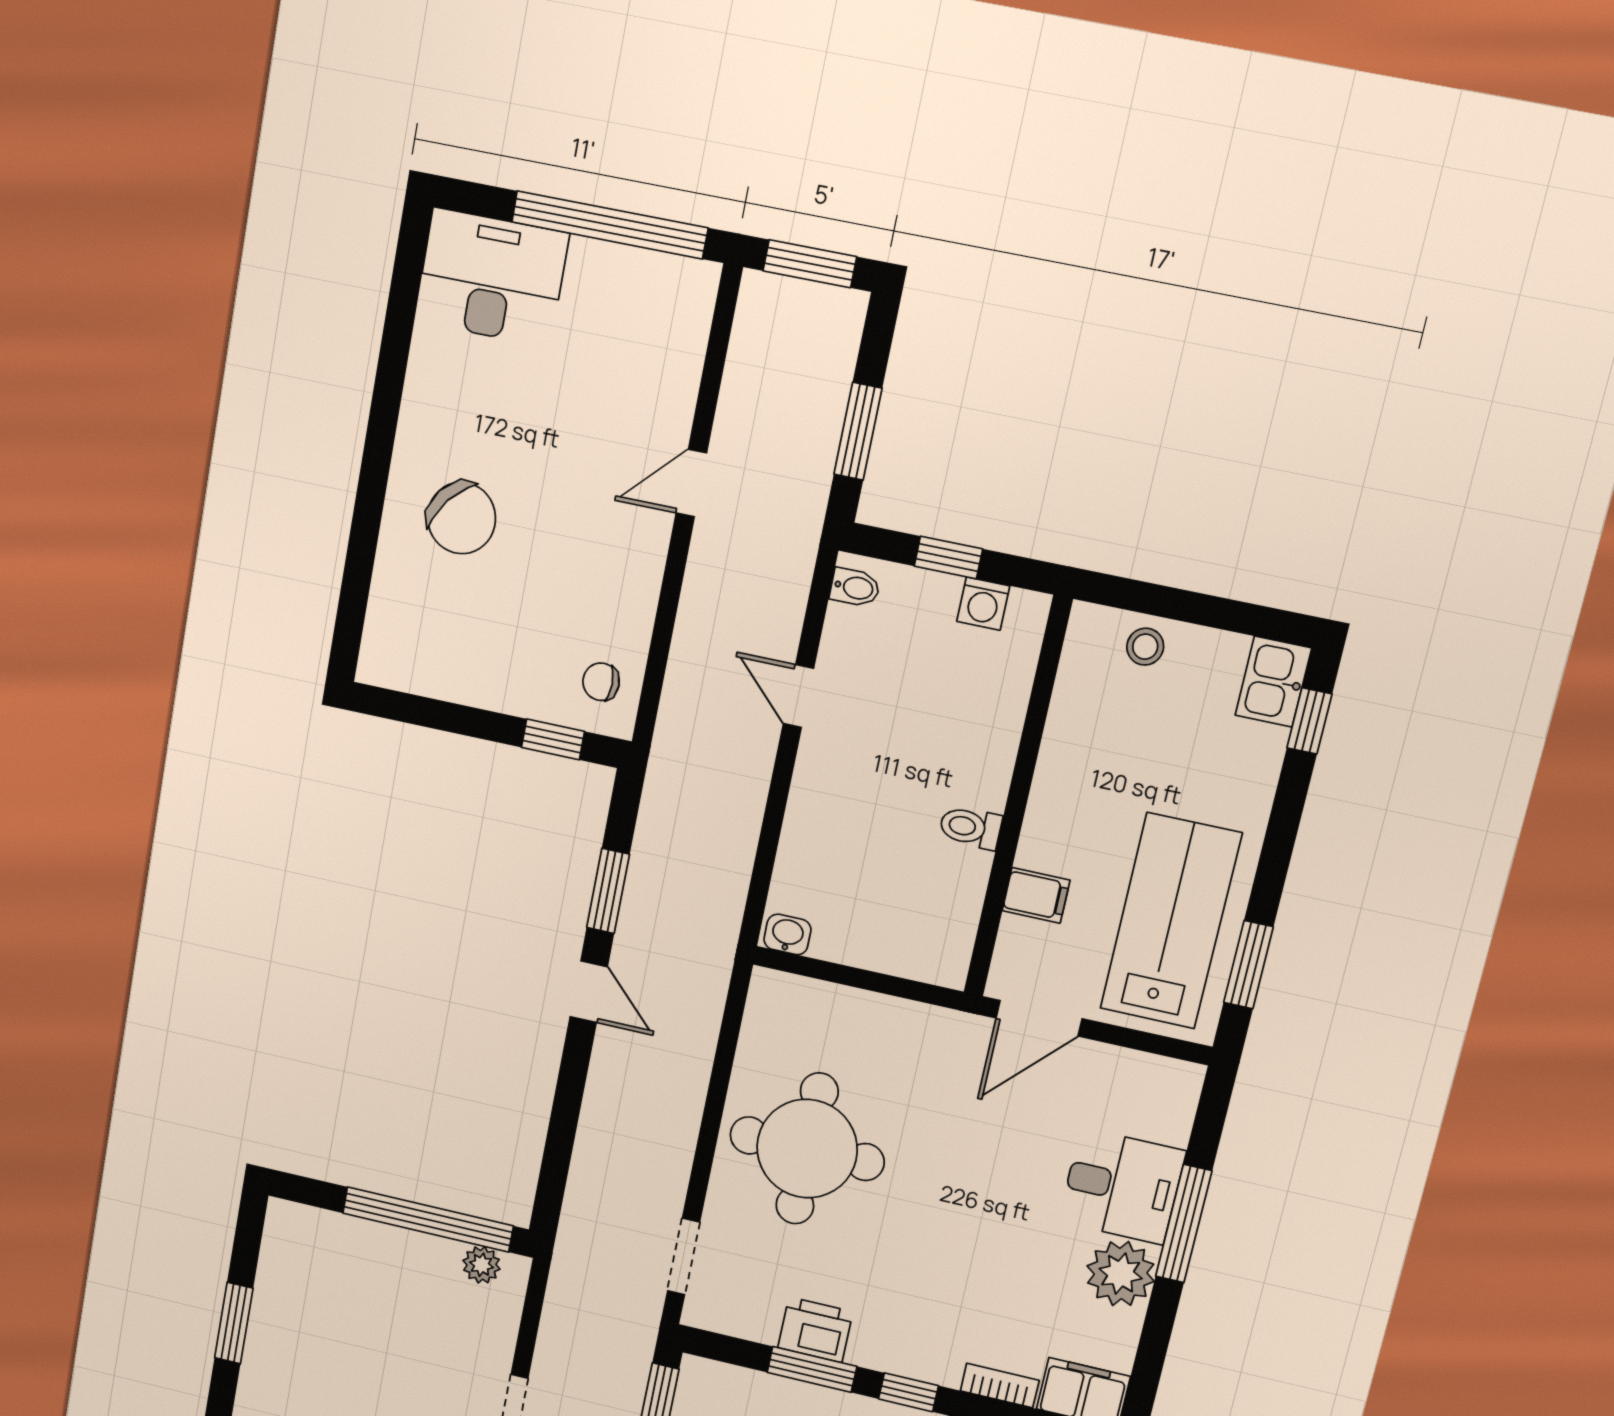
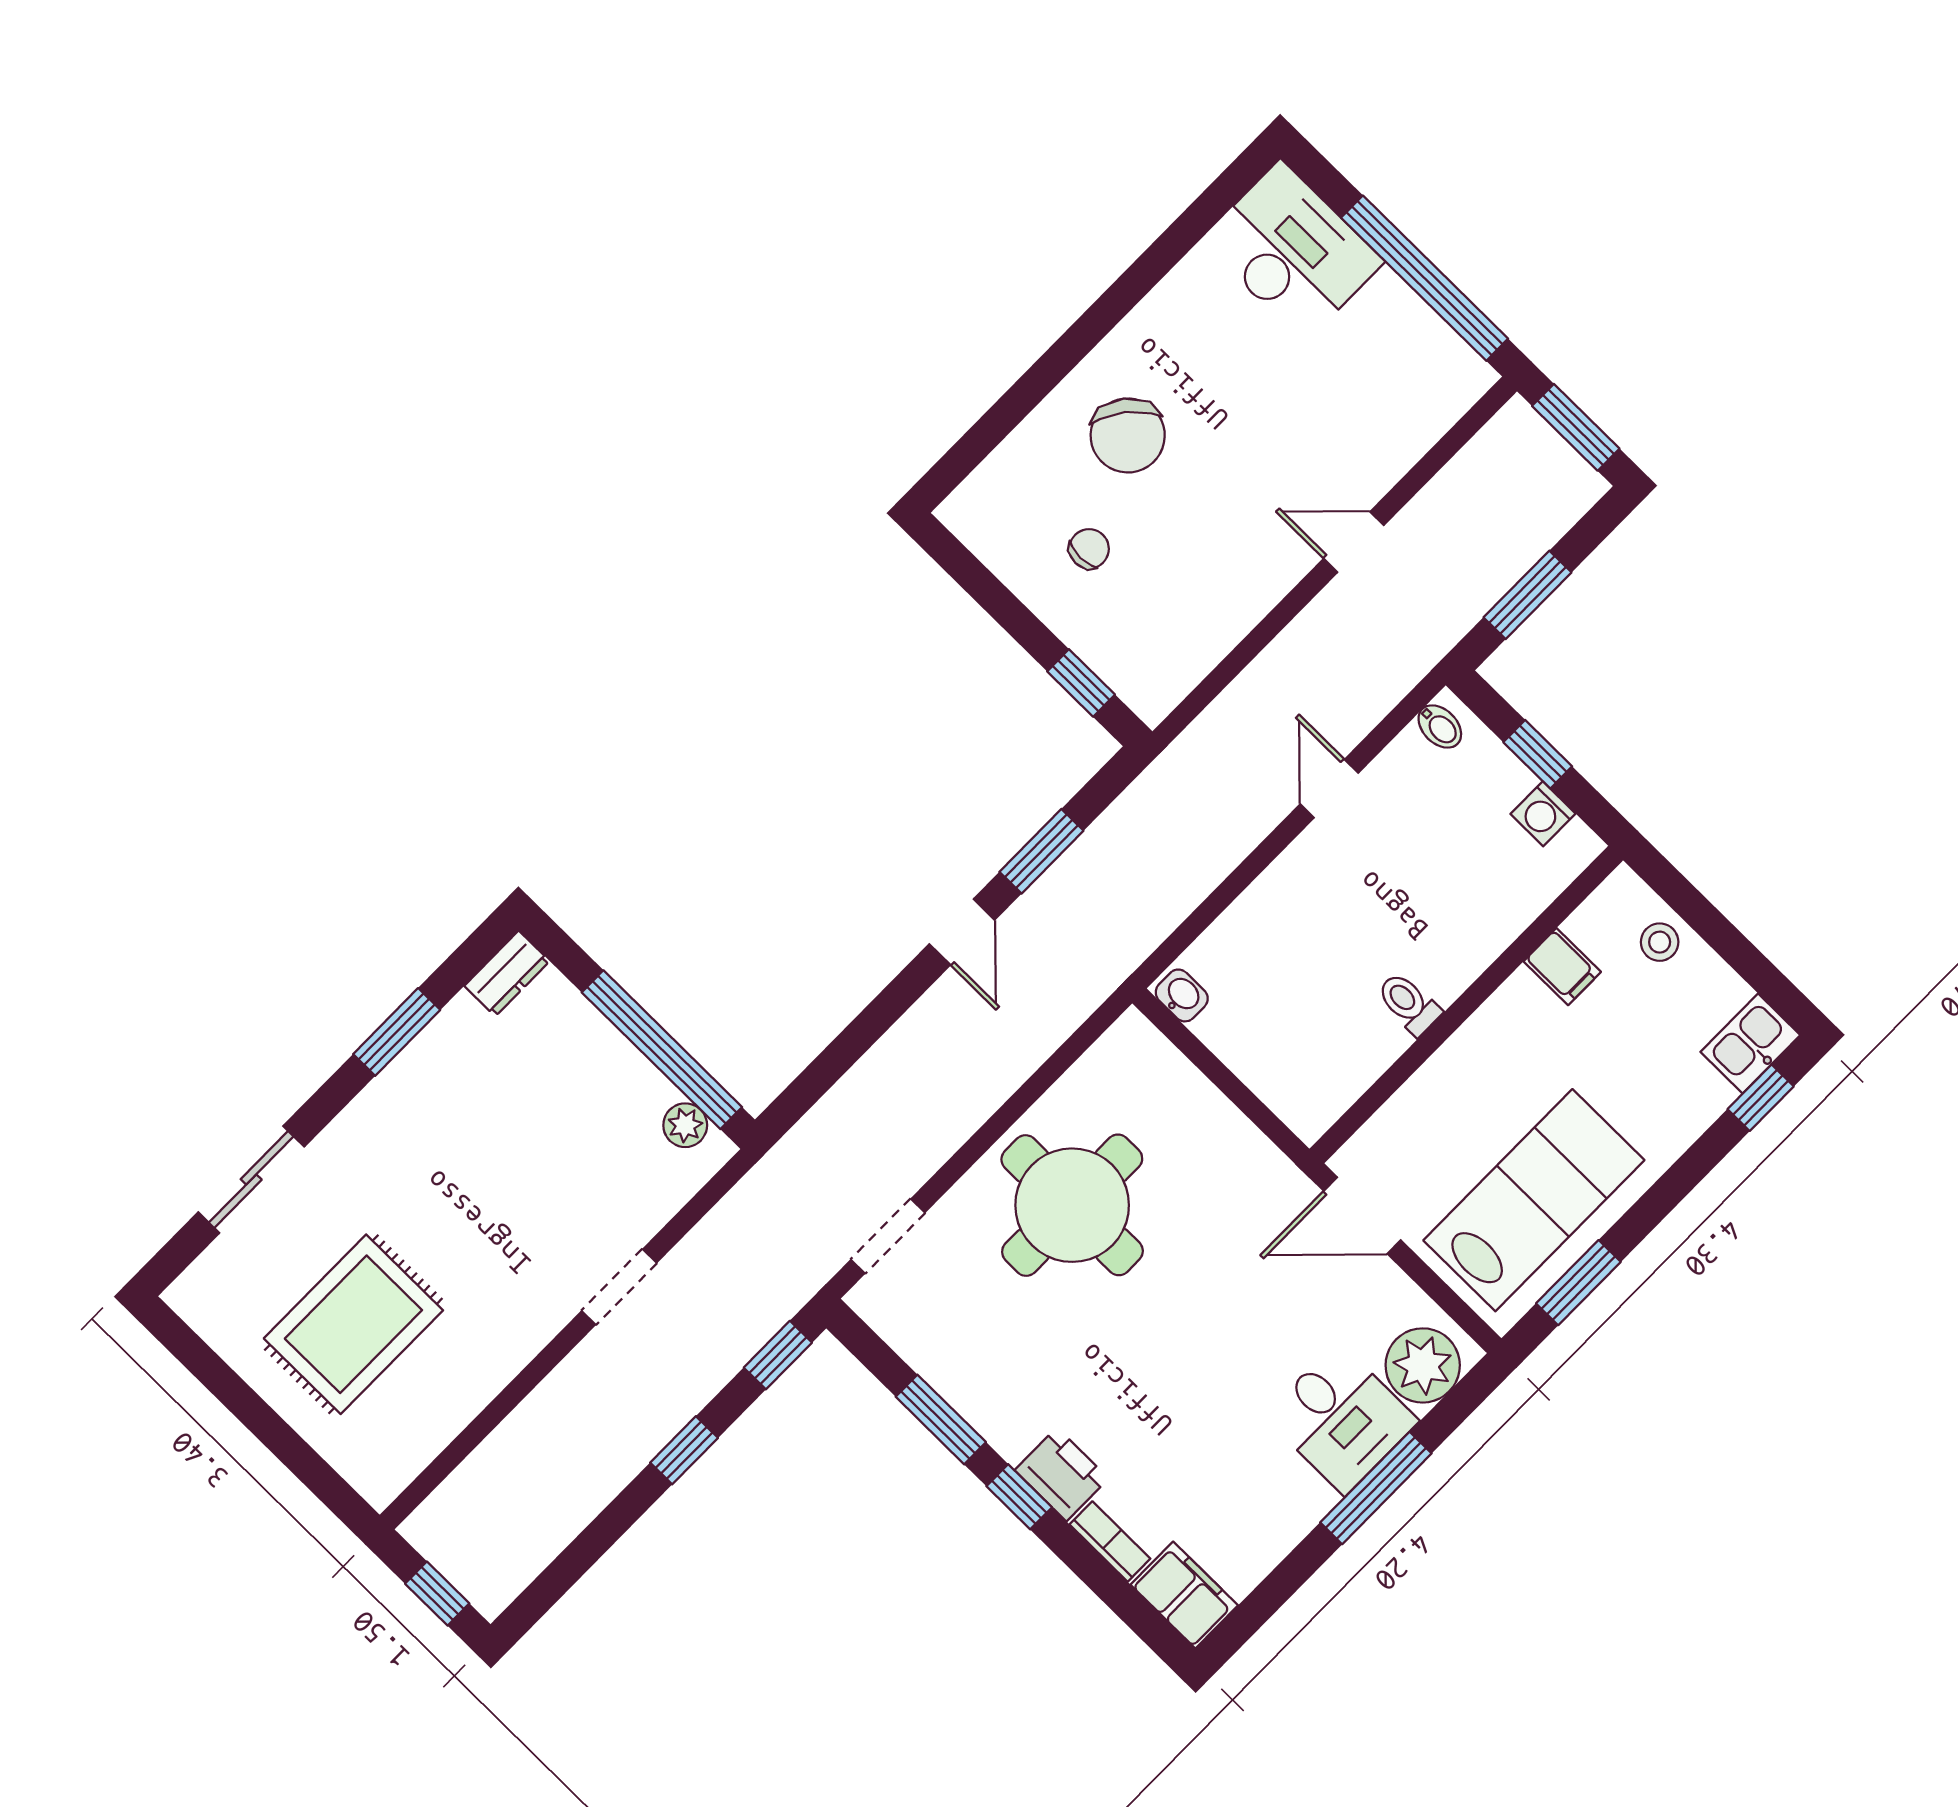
chair: (601, 682) -> (1089, 549), moved, turned 90
filing cabinet: (1036, 895) -> (1562, 967), moved
dresser: (281, 1232) -> (507, 973), added
plant: (1121, 1274) -> (1423, 1365), moved
printer: (815, 1330) -> (1062, 1474), moved

